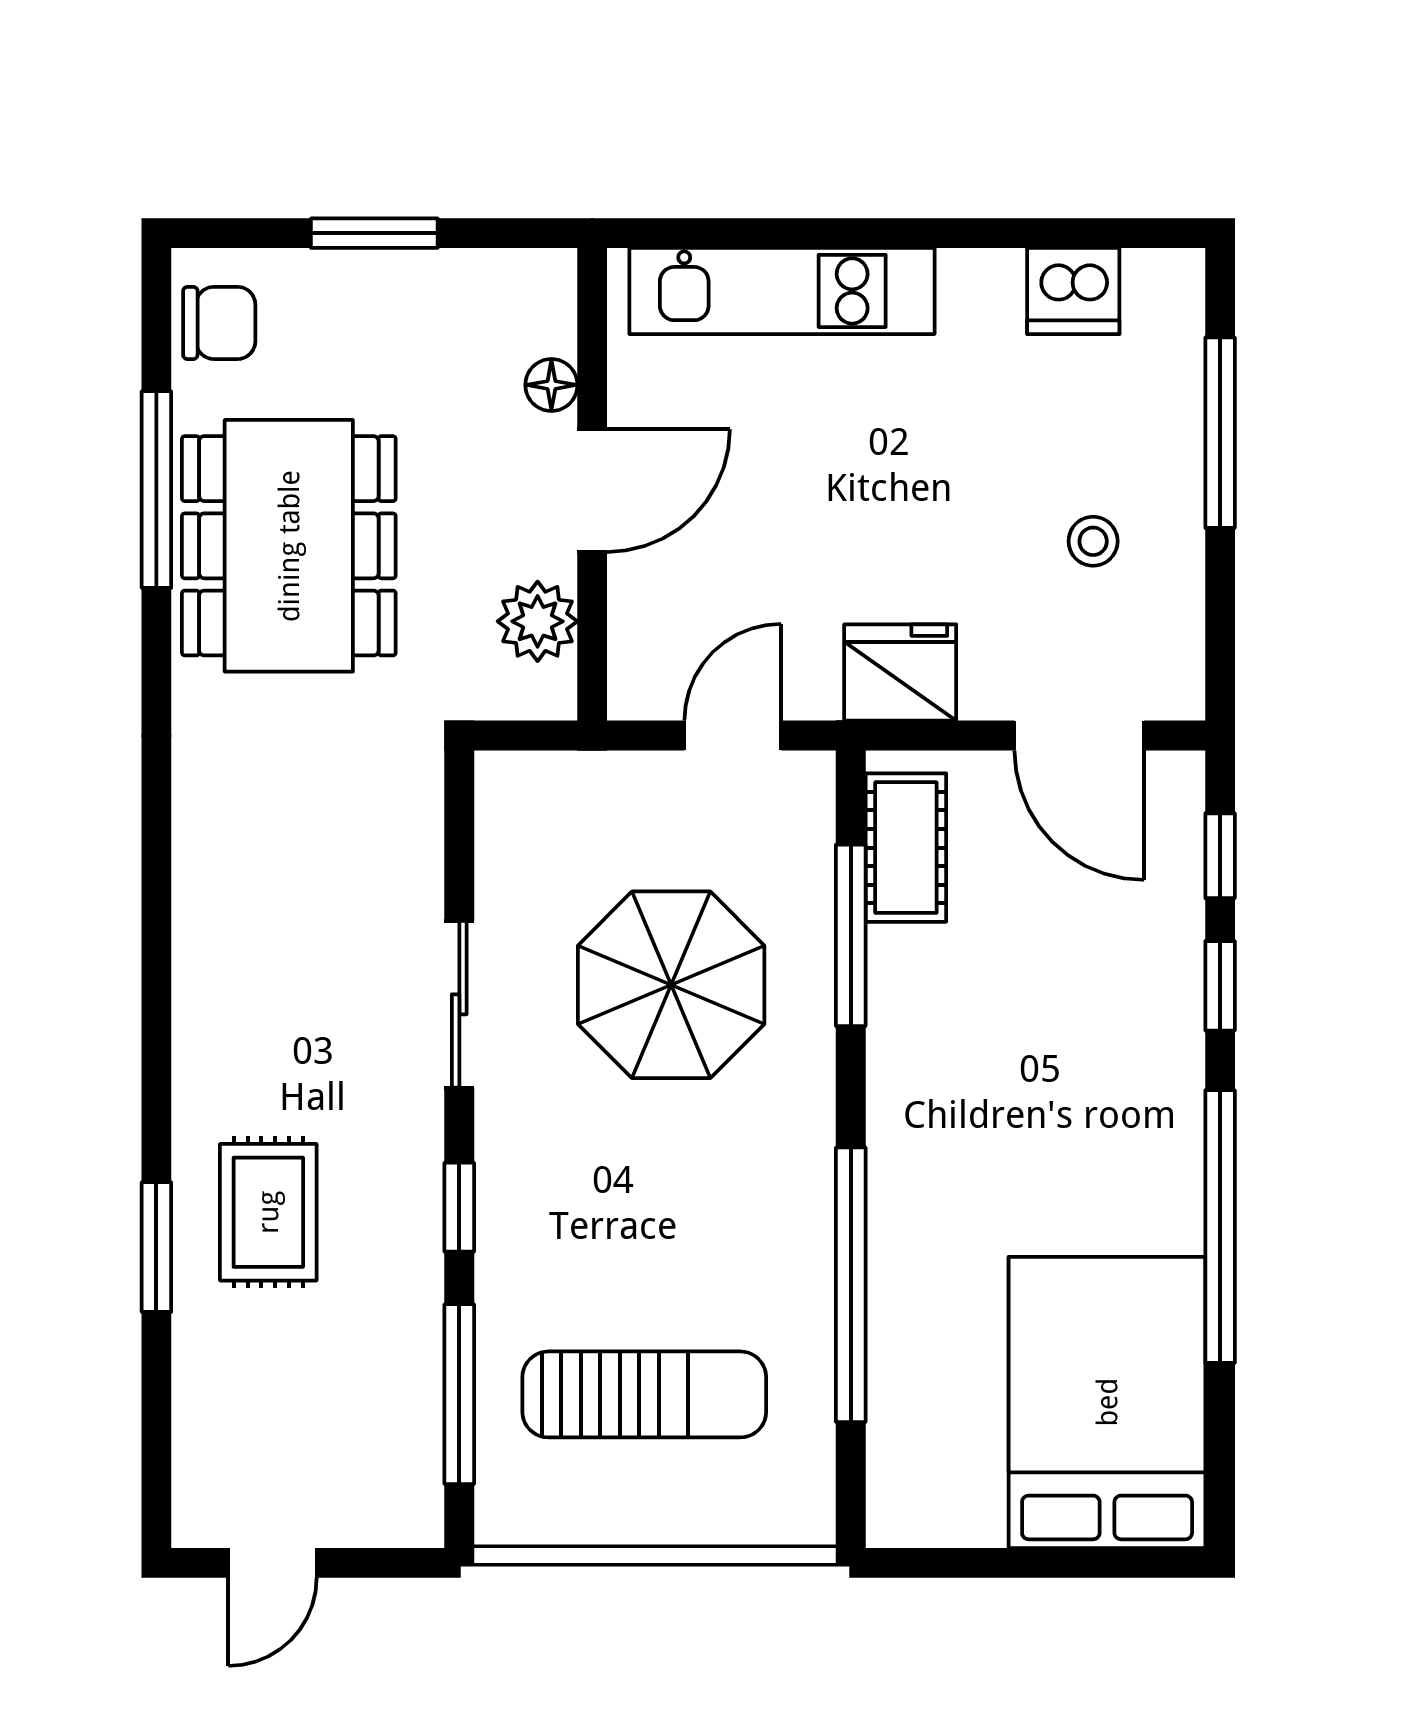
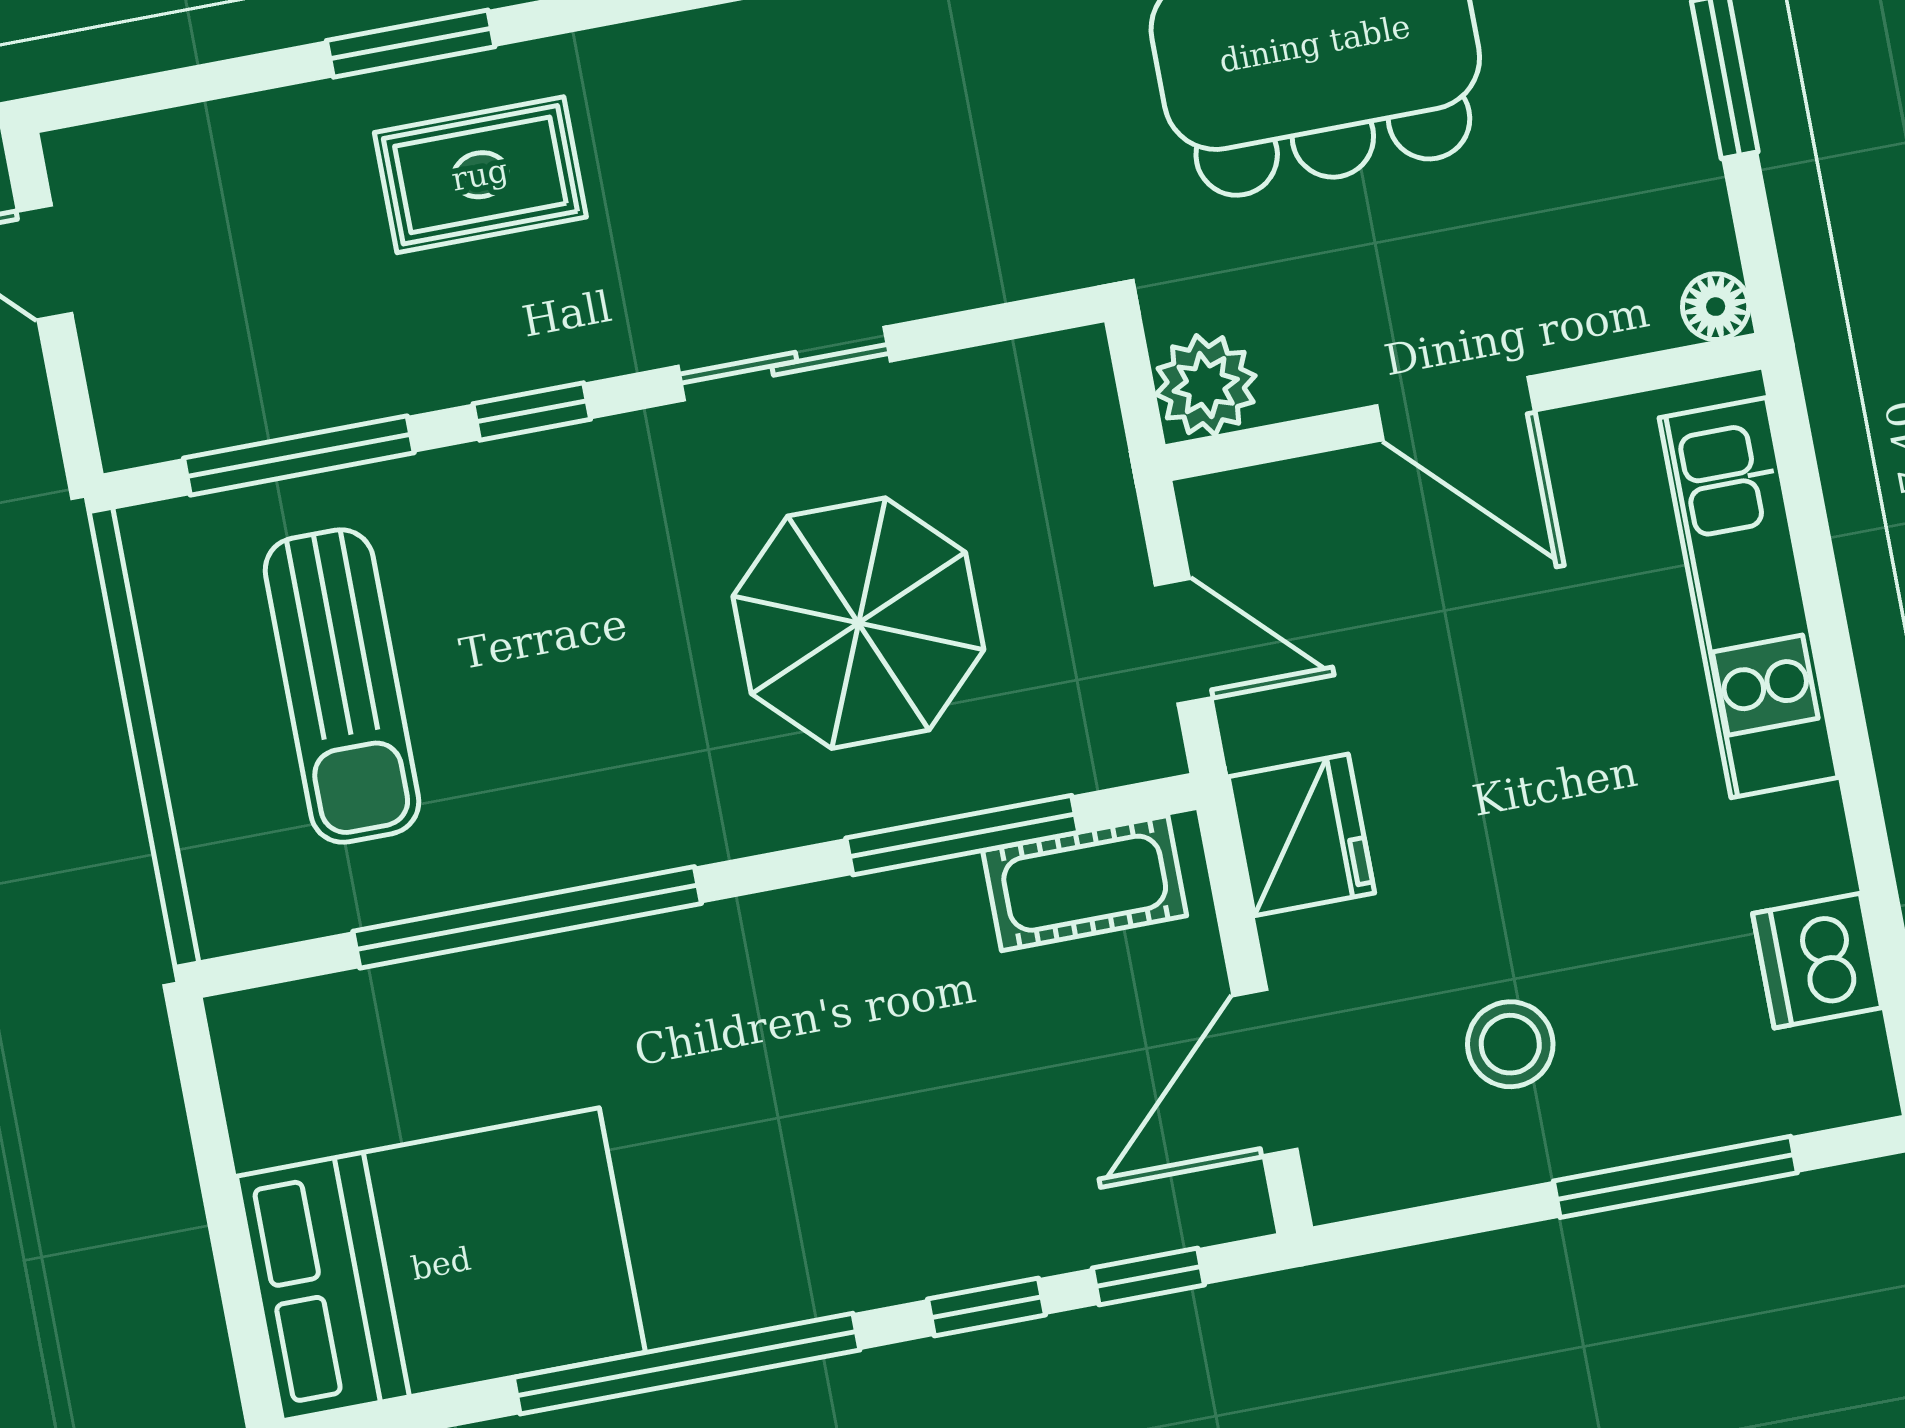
floor lamp: (551, 385) -> (1716, 307), moved
stool: (1093, 541) -> (1510, 1044), width x1.37, depth x1.37
plant: (538, 621) -> (1206, 385), moved

